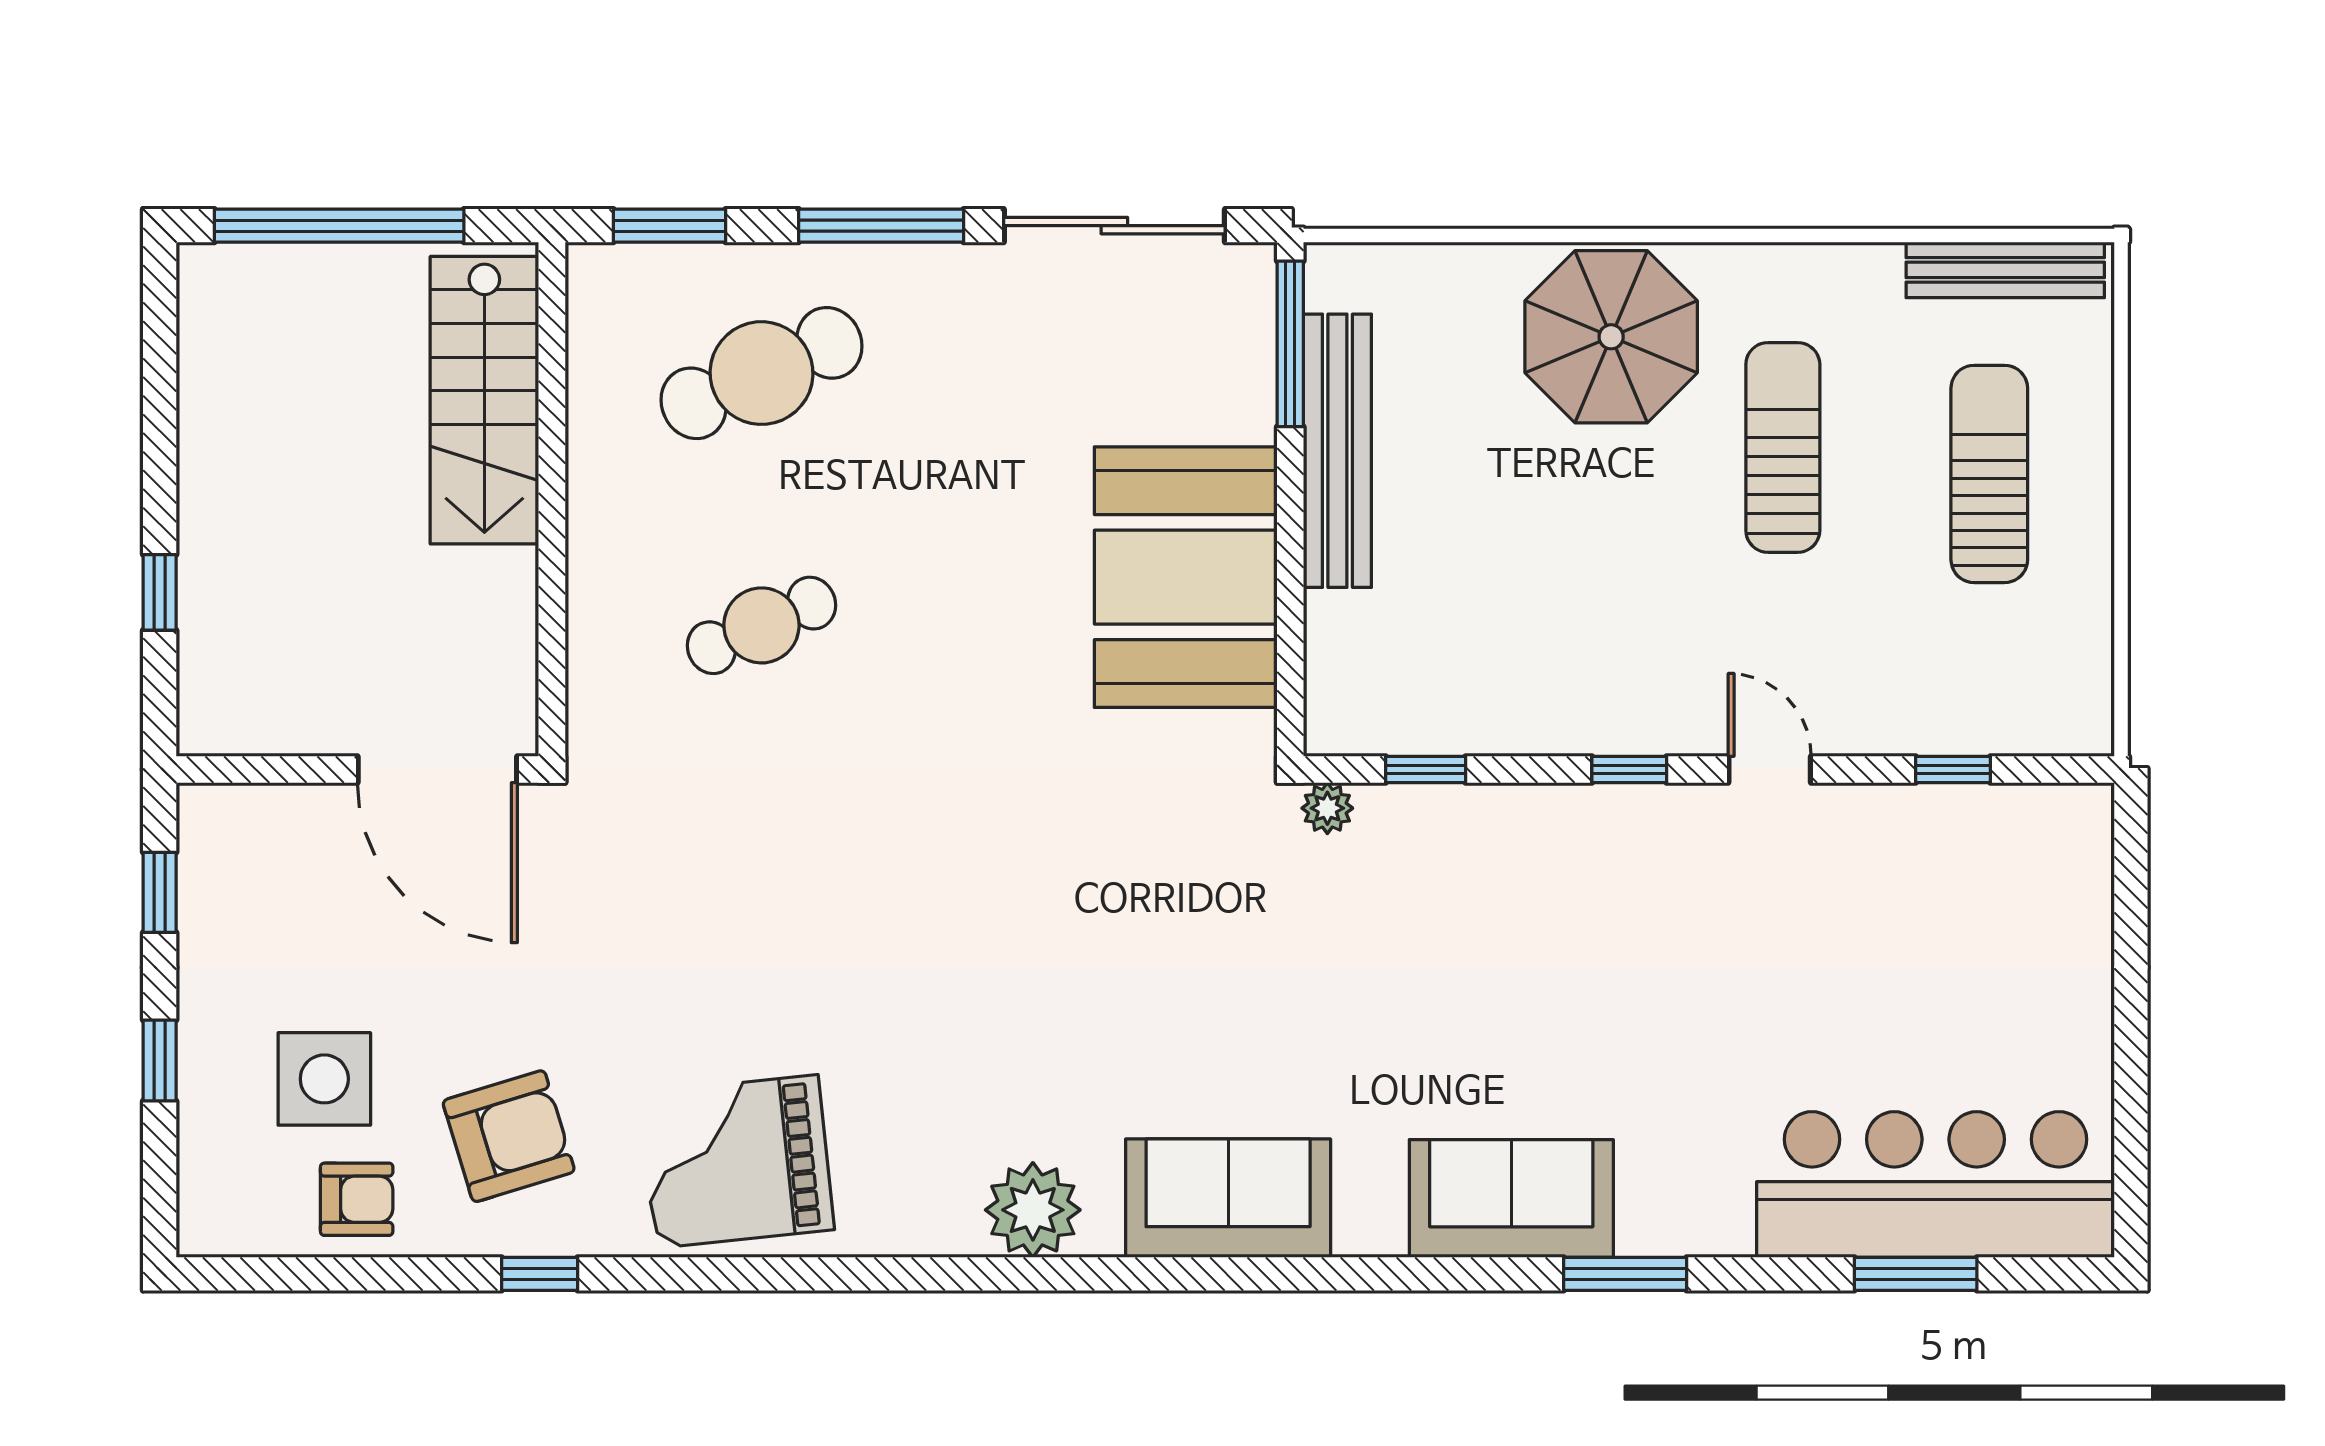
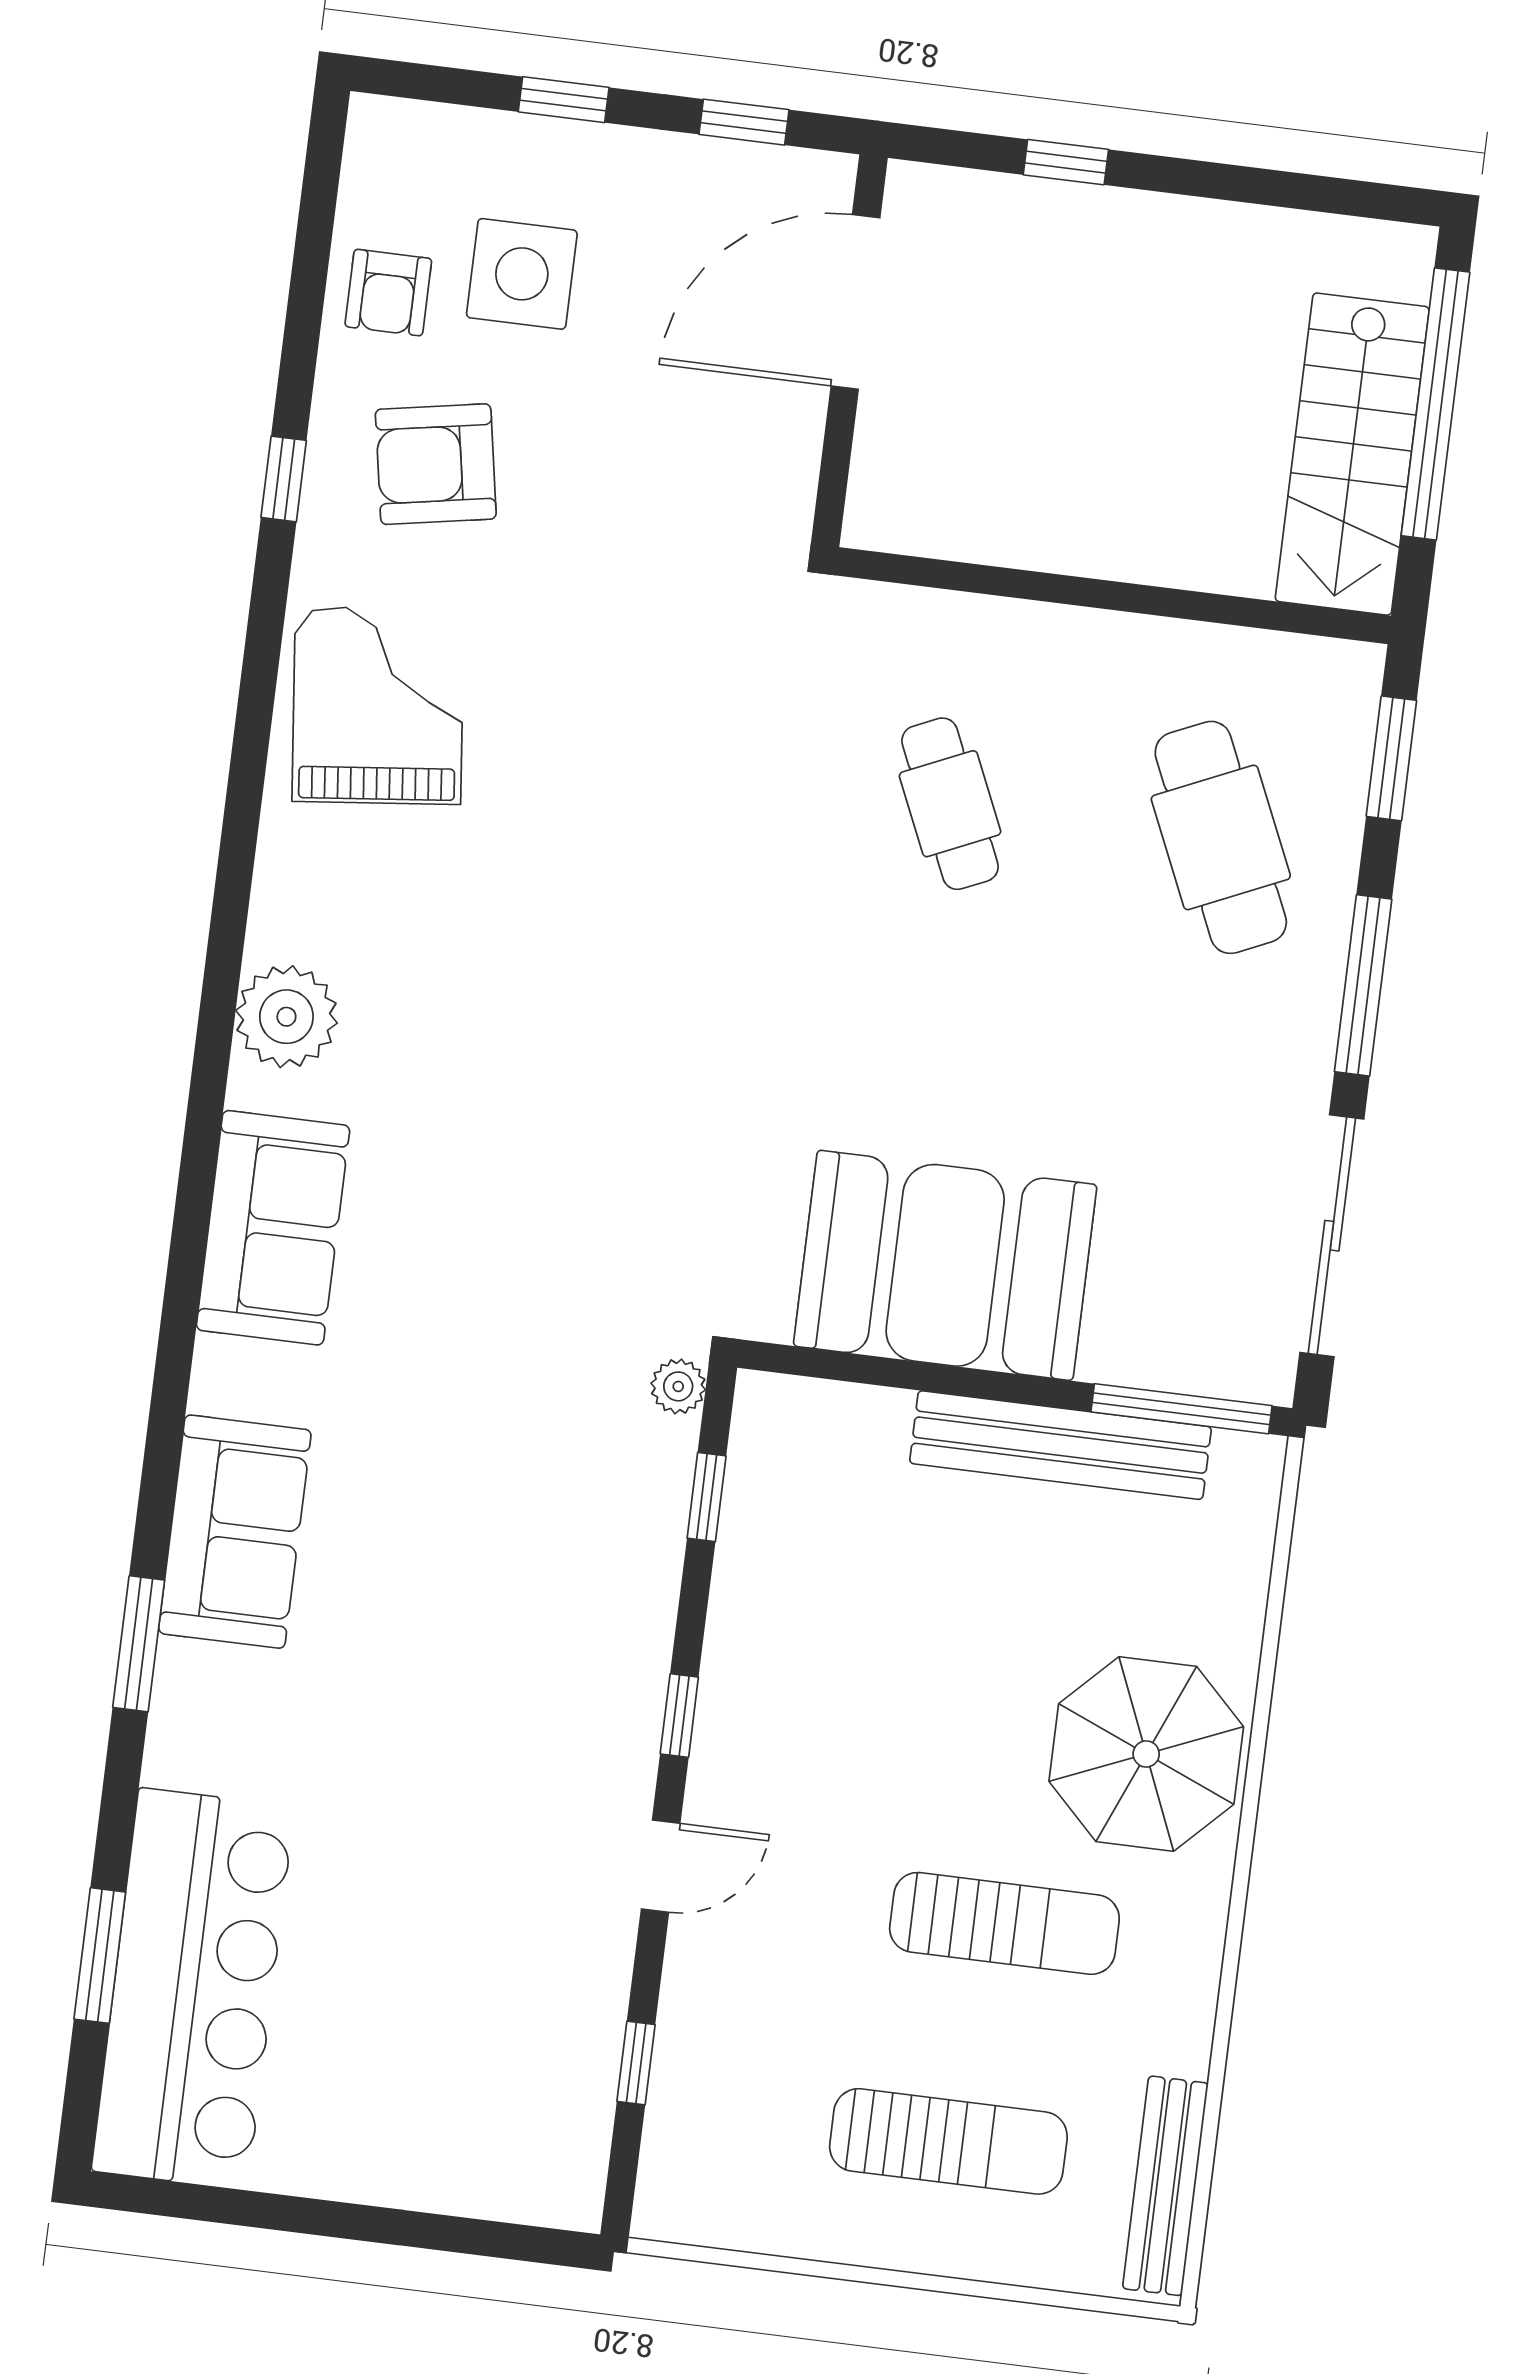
stairs: (484, 400) -> (1352, 454), moved, turned -90
door: (437, 770) -> (855, 302), moved
armchair: (509, 1136) -> (436, 464), turned 97

